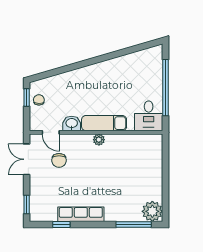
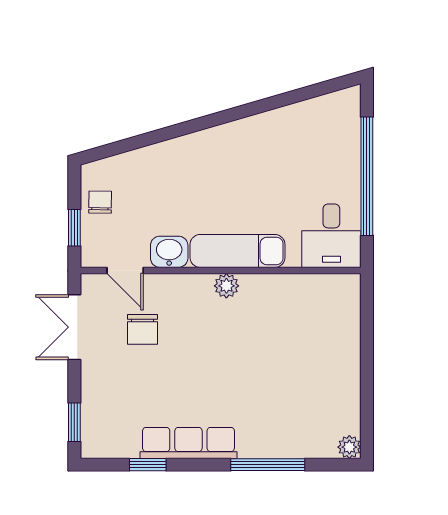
window: (27, 97) -> (74, 228), moved
plant: (152, 211) -> (349, 447), width x0.53, depth x0.53
window: (134, 224) -> (268, 465), moved

